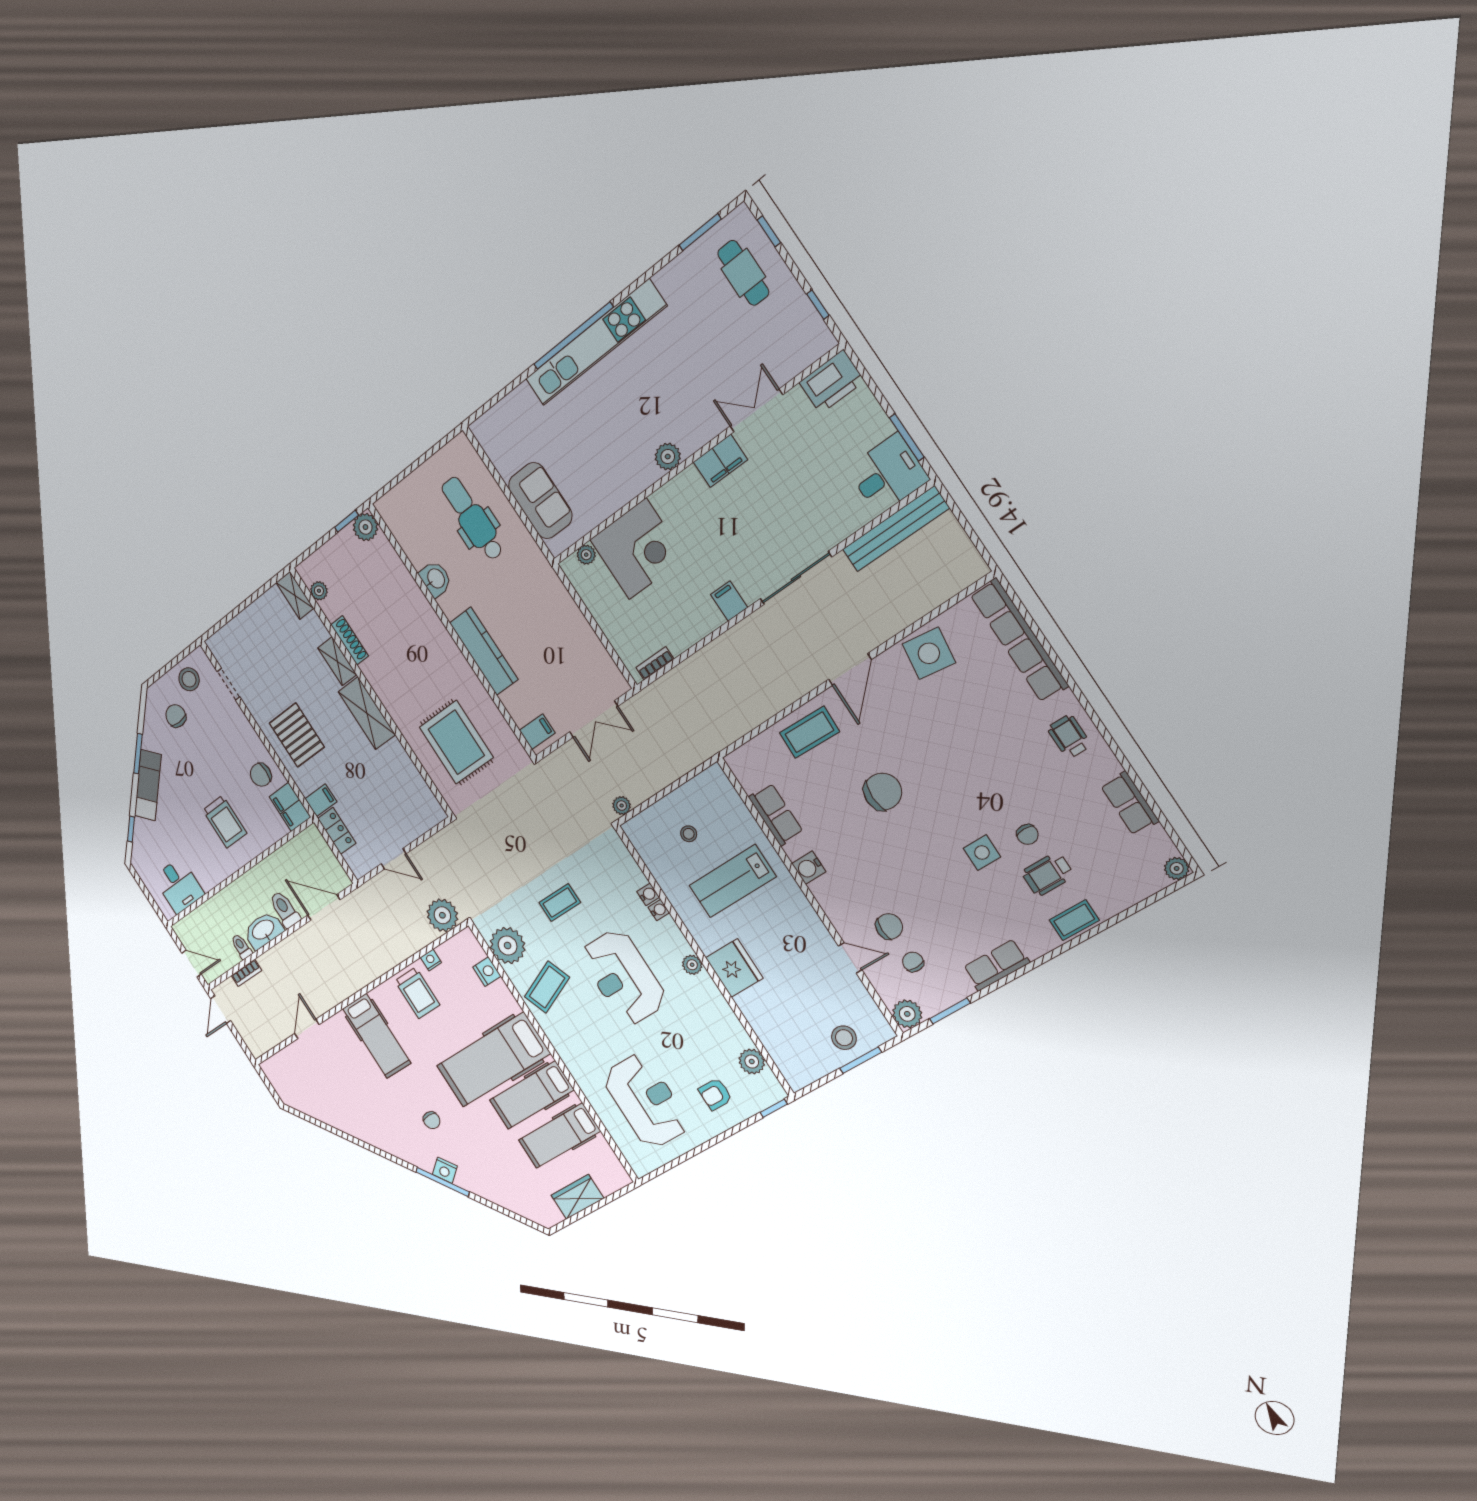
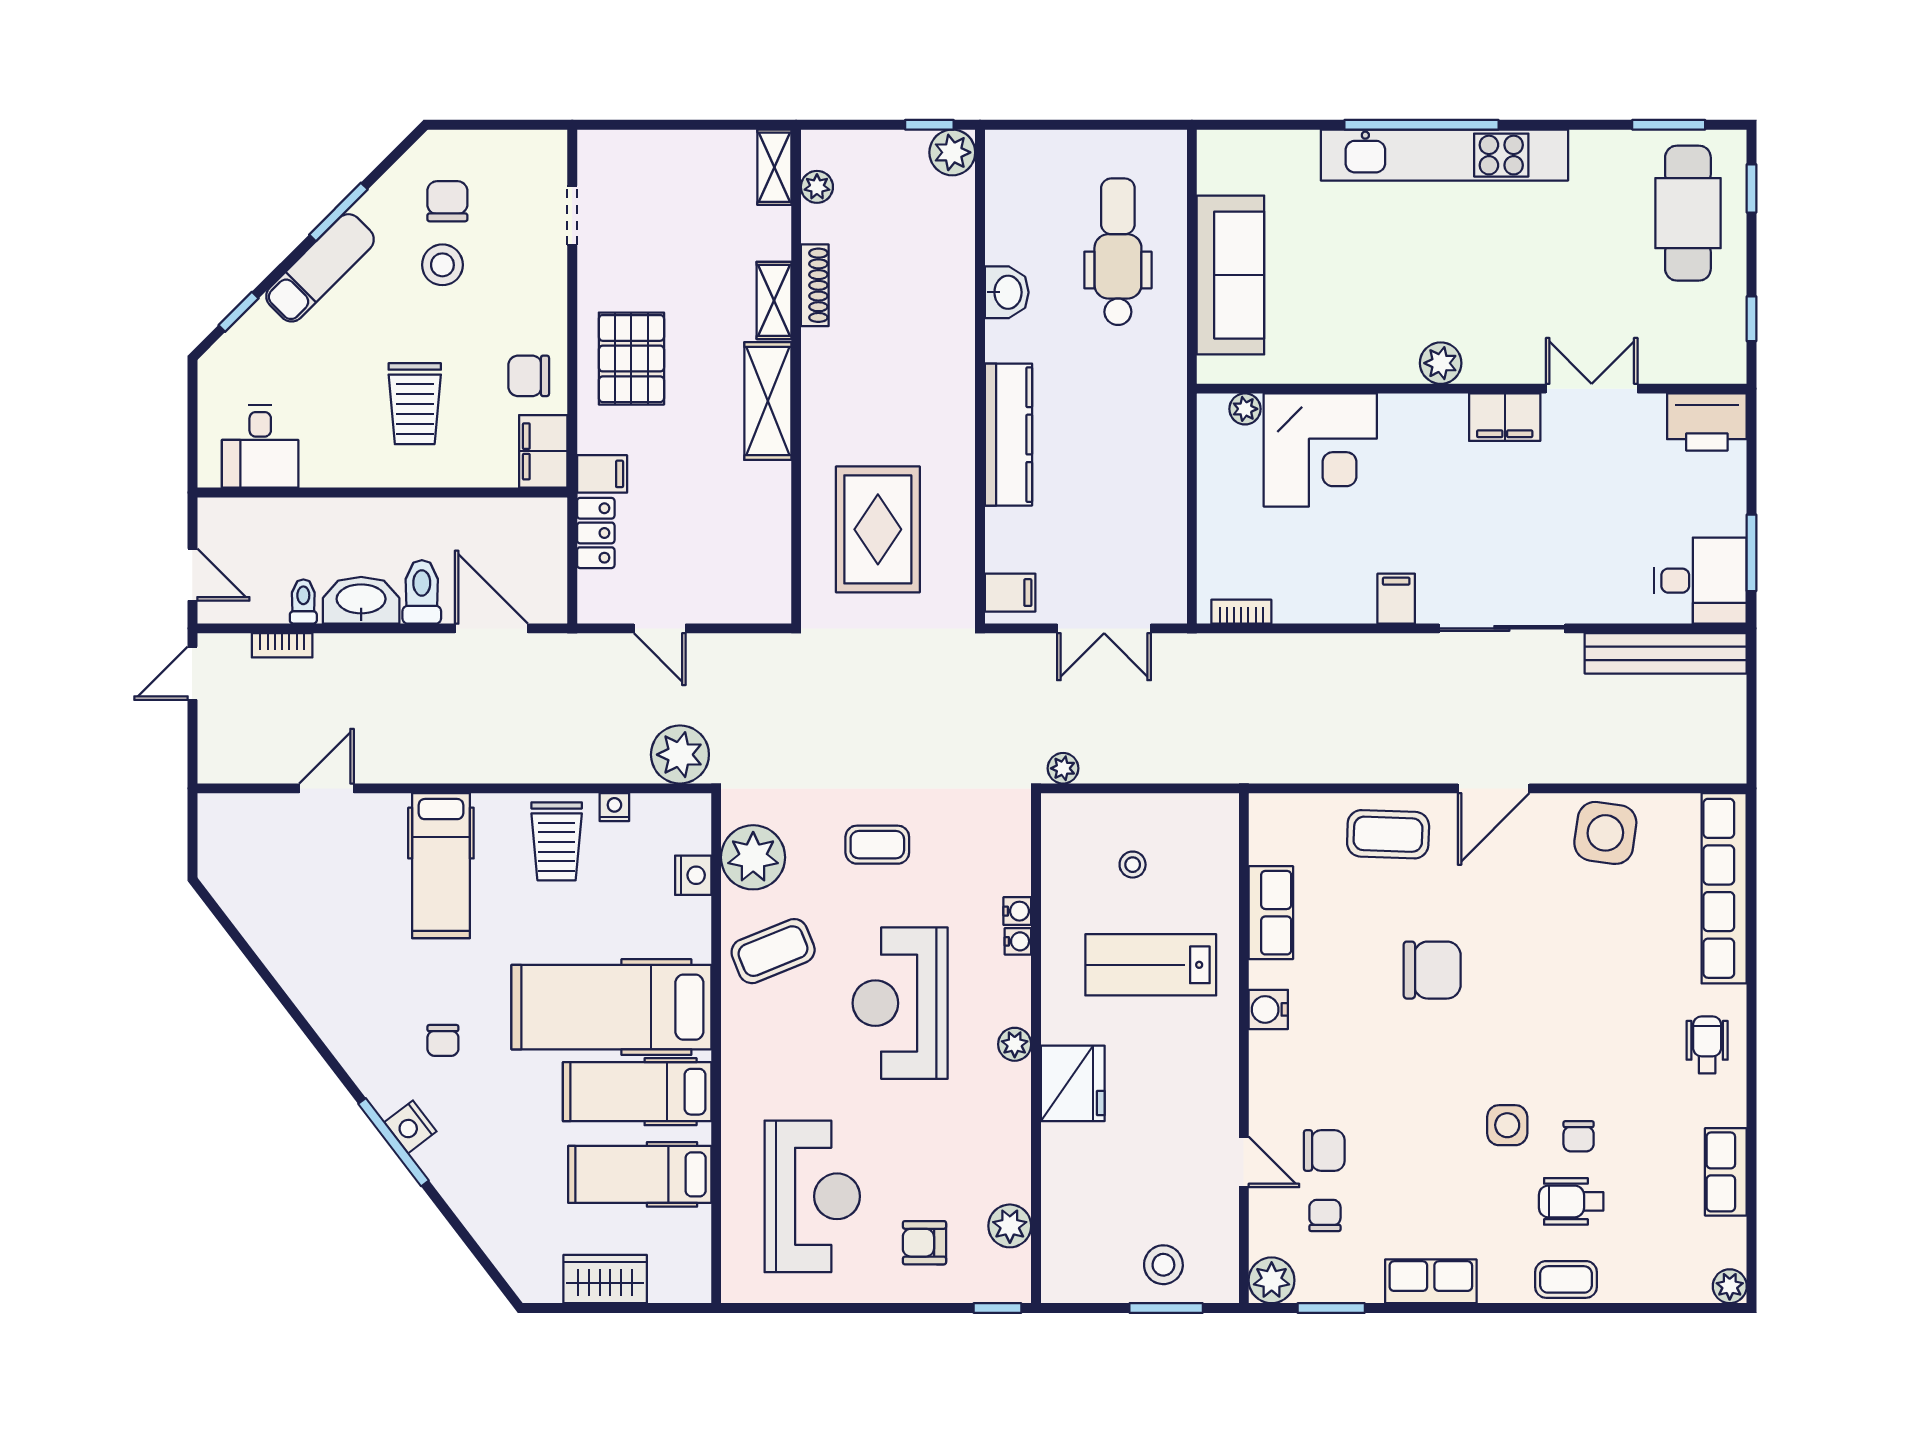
cafe table: (743, 273) -> (1688, 213), width x1.37, depth x1.35
sofa: (540, 501) -> (1230, 275), width x1.36
stool: (189, 679) -> (442, 265), moved

